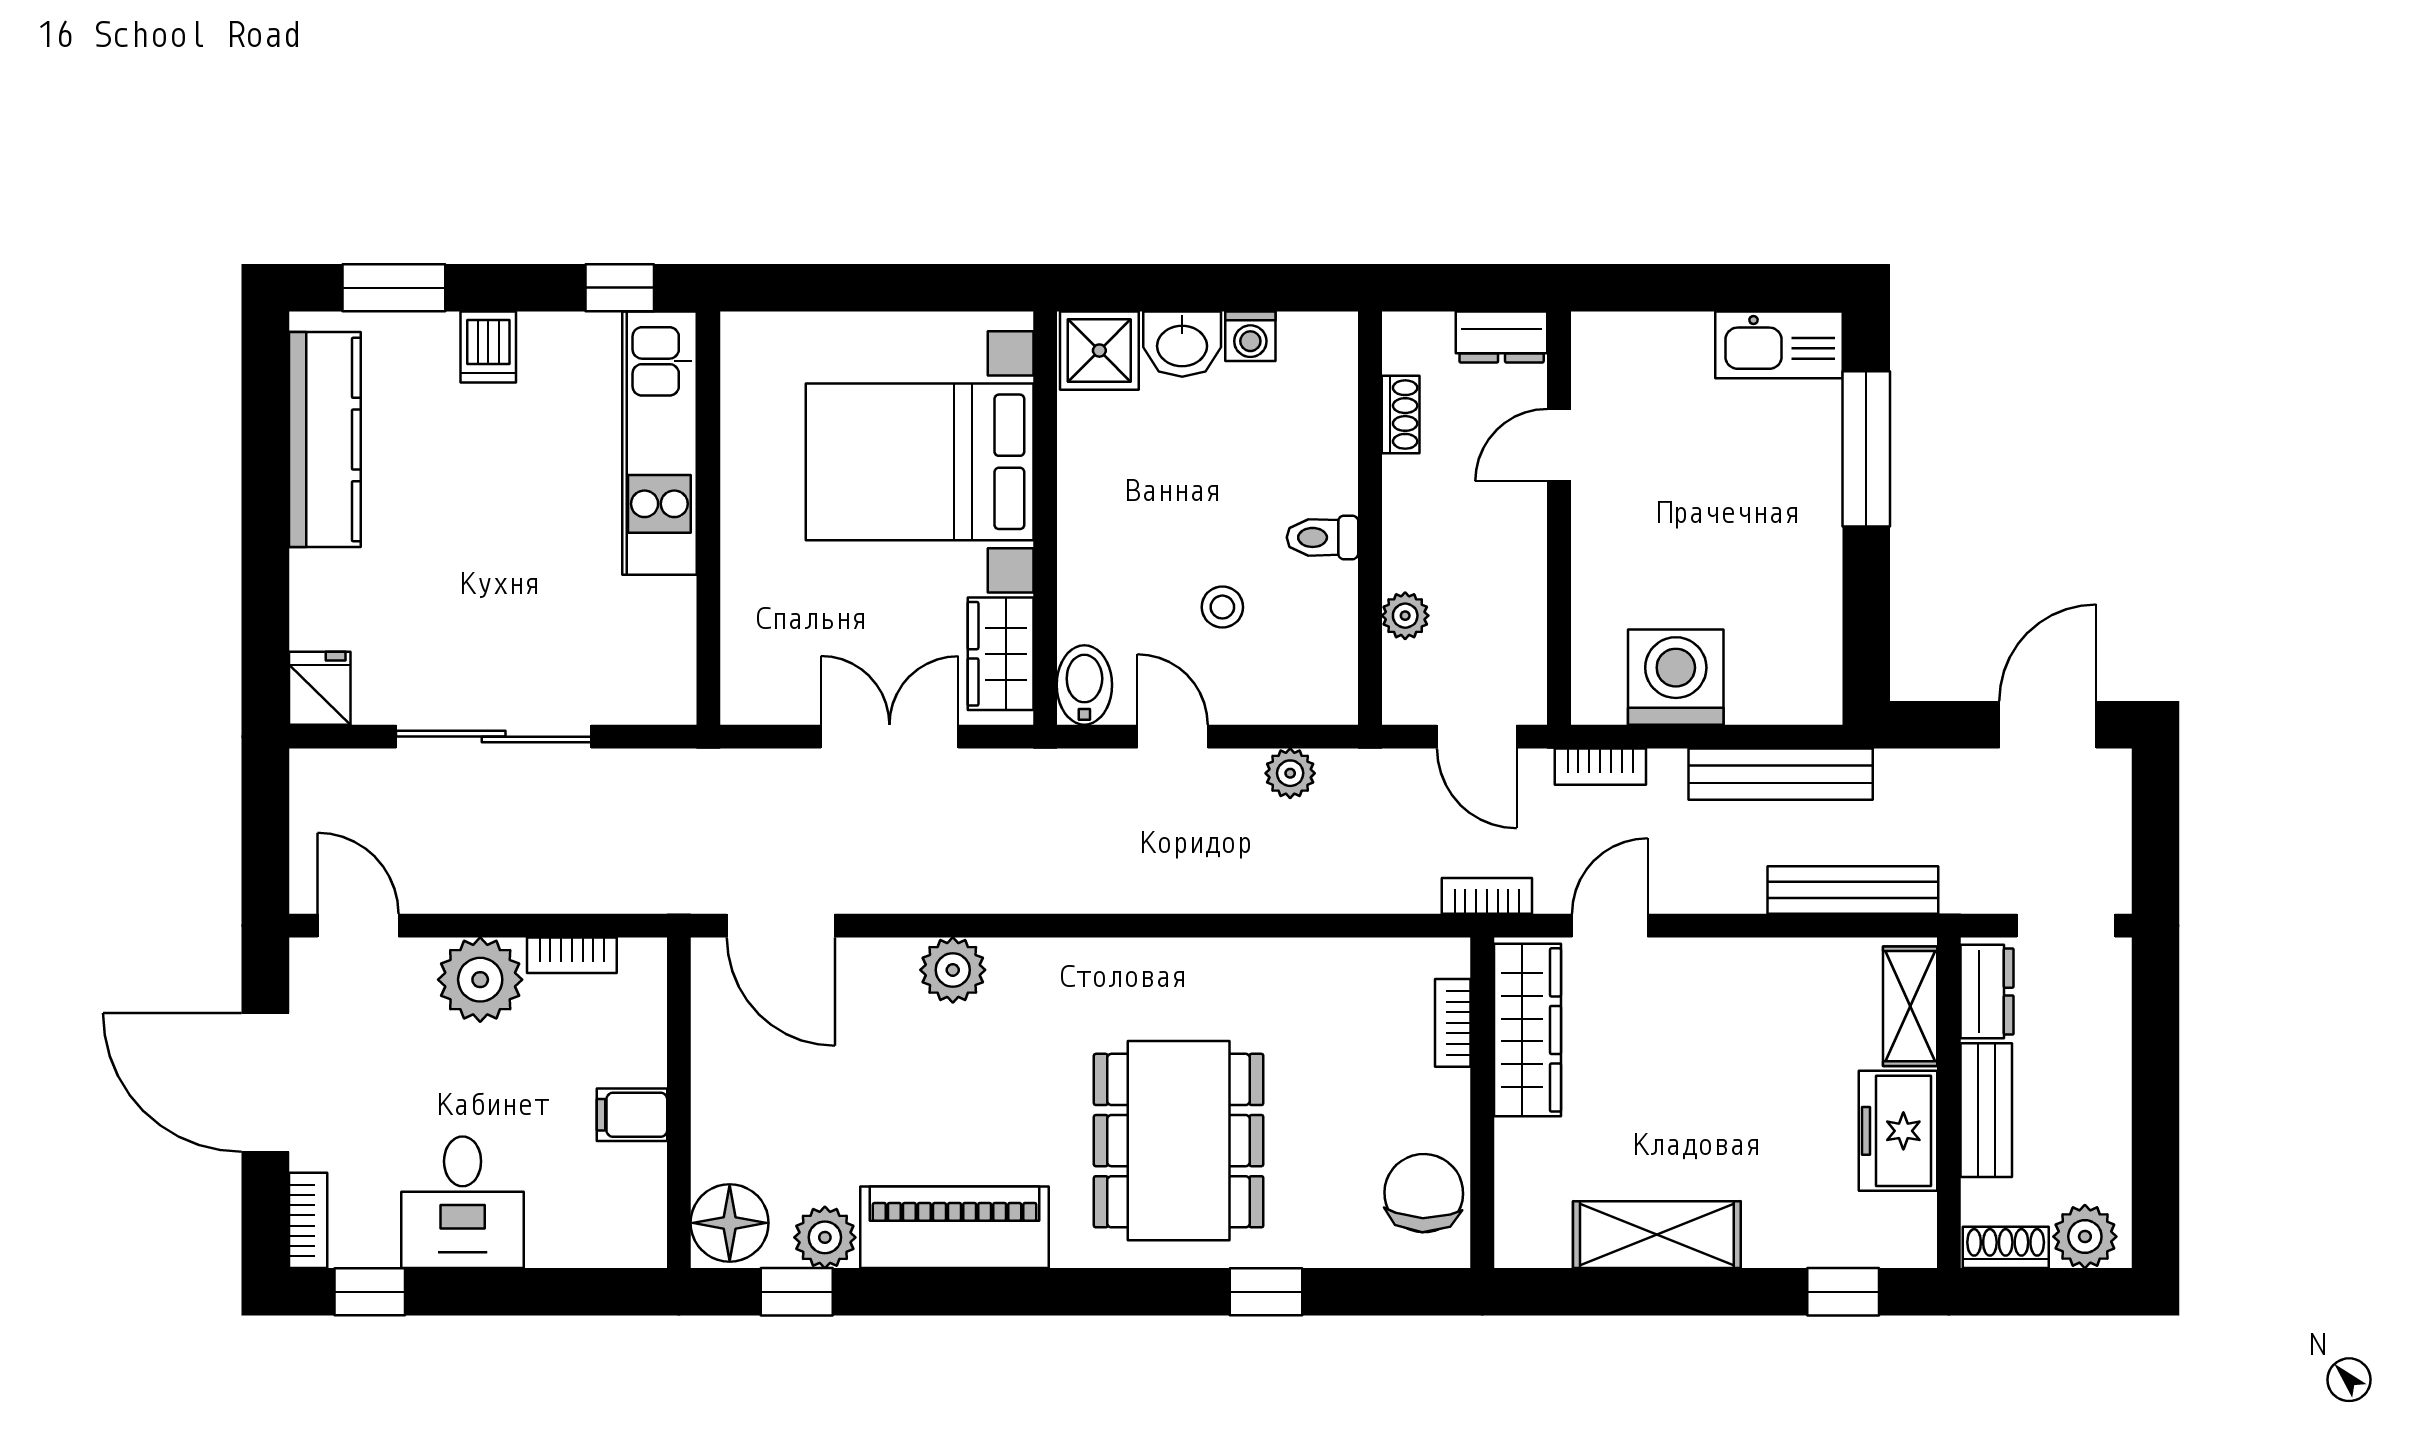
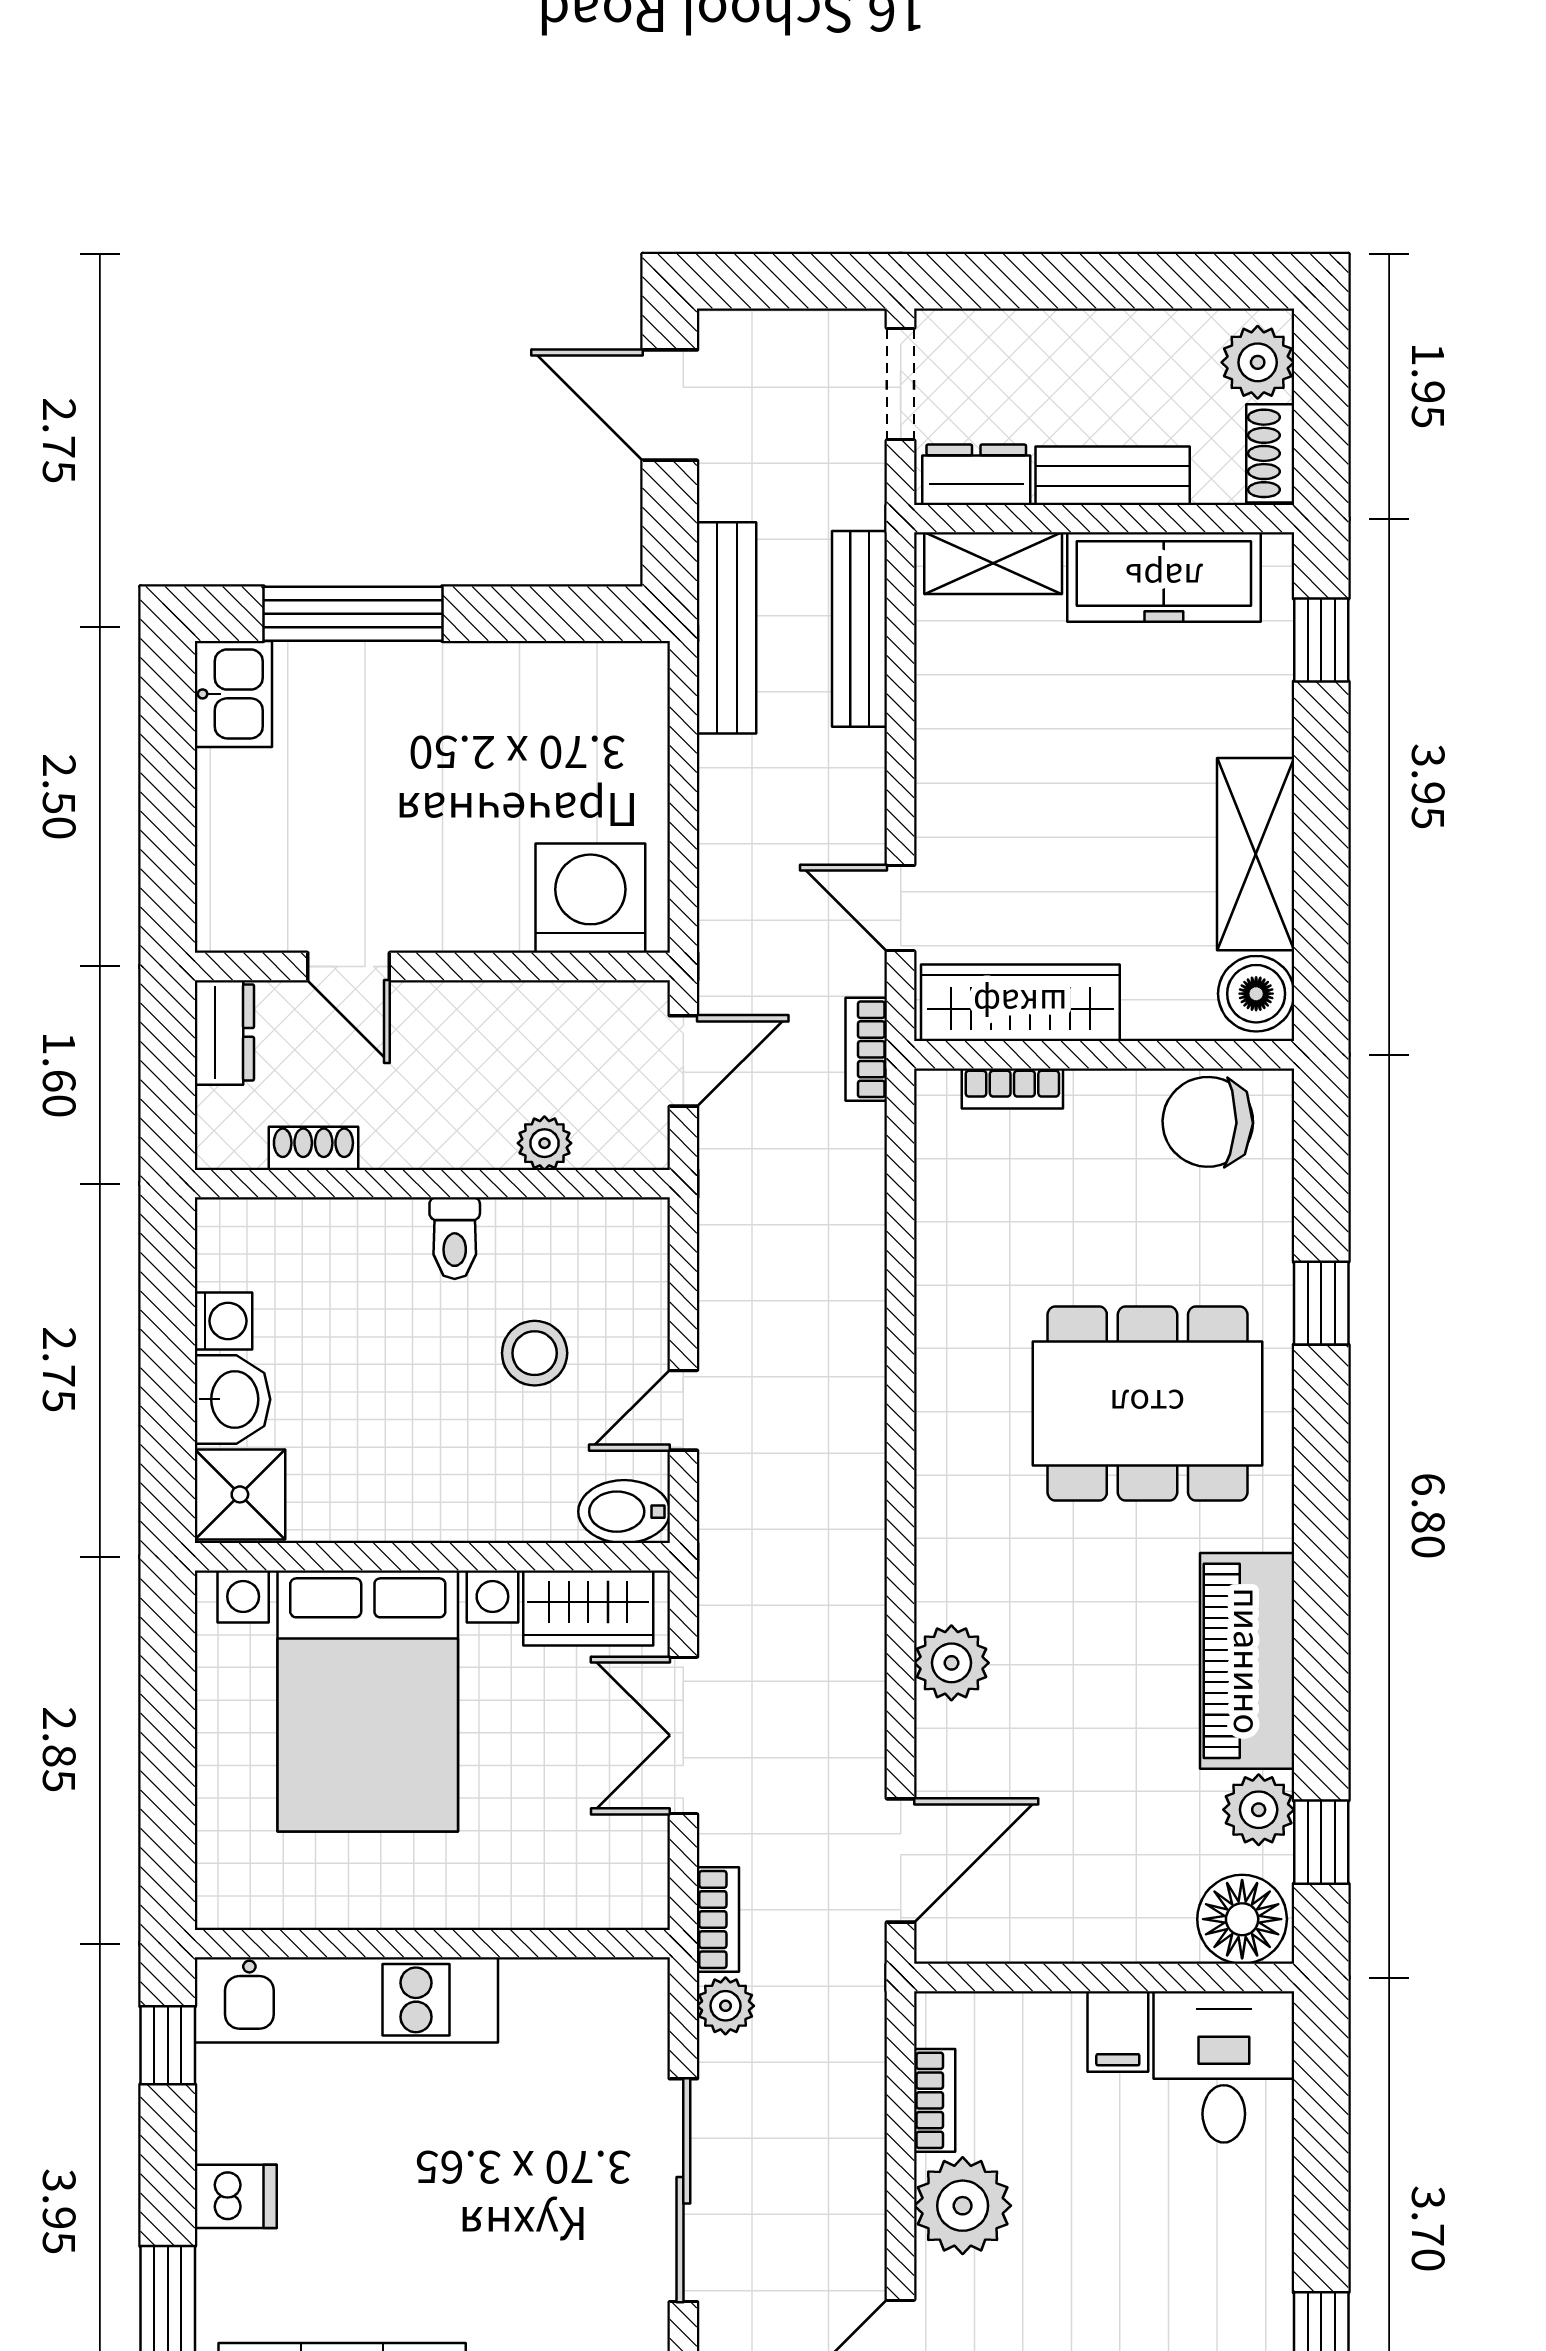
kitchen sink: (1779, 345) -> (233, 694), width x0.73
stool: (1222, 607) -> (535, 1353), width x1.37, depth x1.37
washing machine: (1676, 677) -> (590, 898), moved, turned 90
bookcase: (1600, 767) -> (718, 1920), moved
plant: (1290, 773) -> (725, 2006), moved
bench: (1781, 774) -> (727, 628), moved
freezer: (1898, 1131) -> (1164, 577), width x1.40
desk: (463, 1202) -> (1224, 2067), moved, turned -90
boiler: (1535, 1235) -> (1256, 994), added

